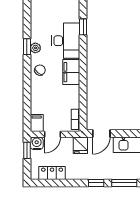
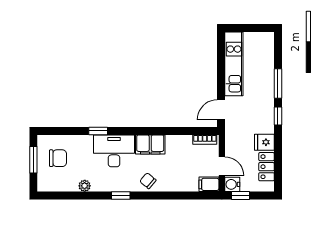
plant: (35, 48) -> (85, 186), moved
door: (101, 134) -> (221, 110), swing flipped
fridge: (80, 145) -> (264, 142), moved, turned 180

